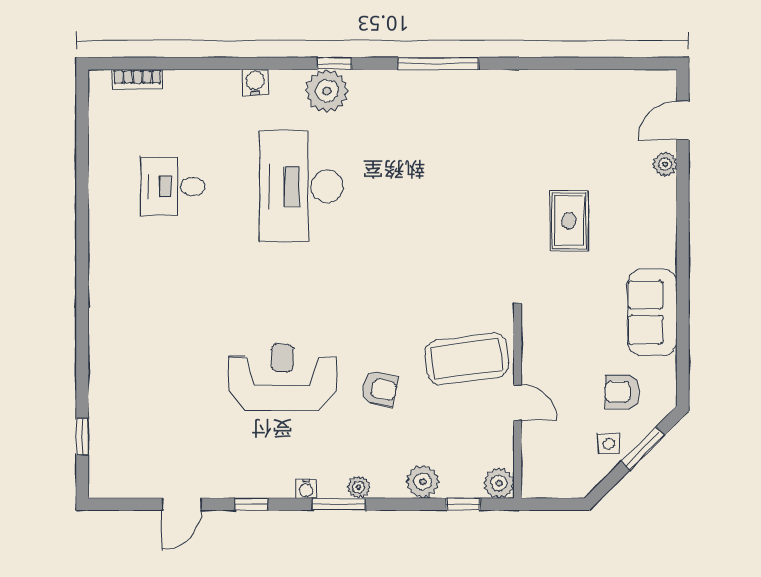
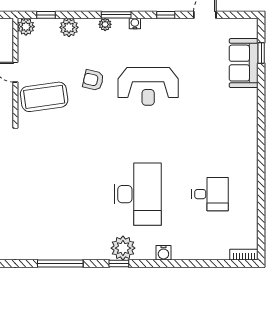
bookcase: (137, 79) -> (244, 255), moved
sofa: (113, 419) -> (244, 63), added

